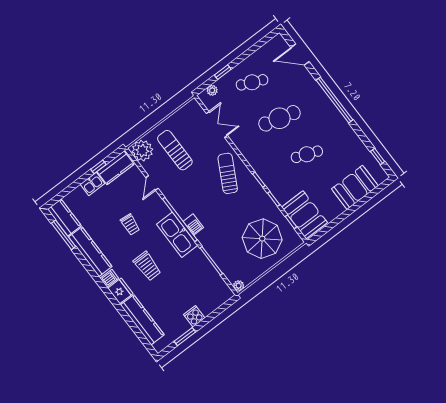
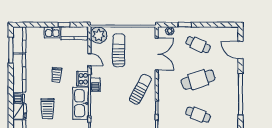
cafe table: (279, 118) -> (198, 80), turned -33
double door: (217, 124) -> (157, 54), width x1.37
door: (152, 183) -> (89, 60), swing flipped
cooker: (160, 208) -> (83, 79), added
barbecue: (193, 225) -> (95, 85), moved

